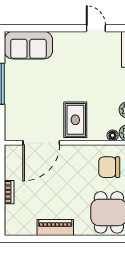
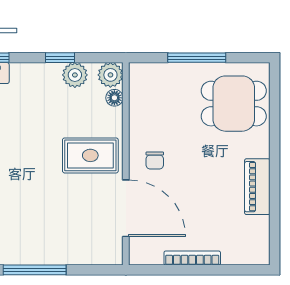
chair: (109, 167) -> (155, 160), moved, width x0.54, depth x0.54
bookcase: (9, 192) -> (192, 258), width x1.56

